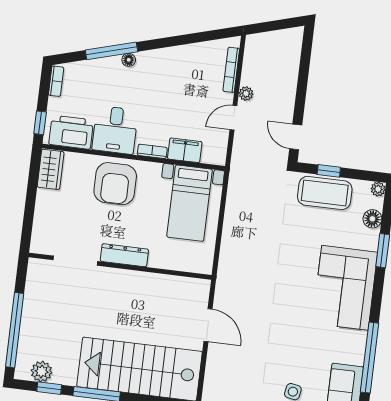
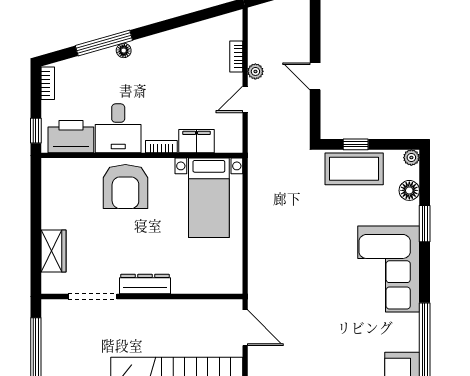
bookcase: (231, 70) -> (236, 56), width x0.64
door: (296, 137) -> (315, 76), moved
wardrobe: (51, 169) -> (53, 251), moved
dresser: (124, 255) -> (145, 284), moved
doorway: (75, 261) -> (93, 297), moved
wall: (120, 266) -> (142, 297), moved

